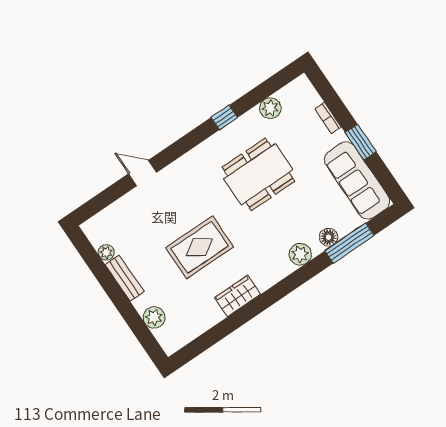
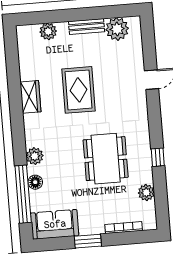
bookcase: (328, 118) -> (124, 228), width x1.56
sofa: (357, 180) -> (55, 224), width x0.73
window: (349, 243) -> (23, 194), width x1.46
plant: (106, 252) -> (117, 29), width x1.88, depth x1.88

